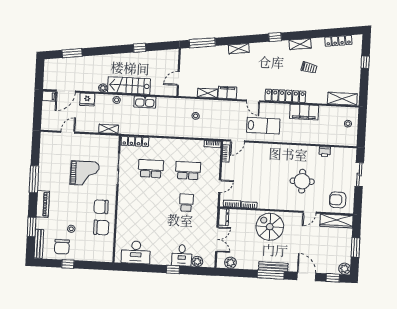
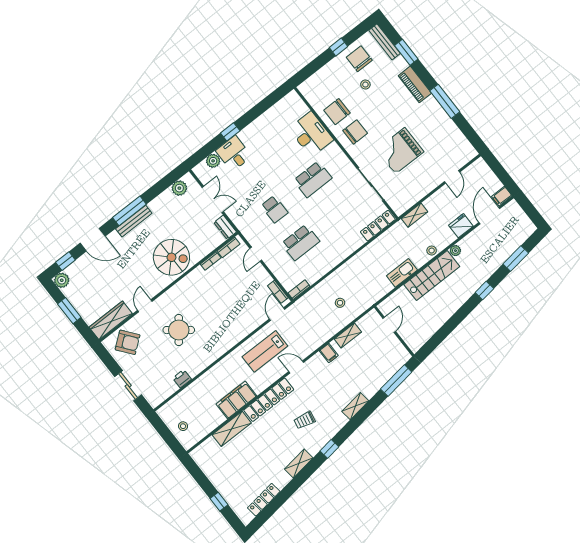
window: (140, 48) -> (484, 290), moved
trolley: (309, 68) -> (304, 420), moved
filing cabinet: (227, 93) -> (329, 353), width x0.50
shelving: (342, 99) -> (232, 429), moved
school desk: (151, 169) -> (313, 179), moved
round table: (302, 181) -> (179, 330), turned 38
armchair: (338, 200) -> (128, 342), turned 52
double door: (217, 239) -> (213, 199), swing flipped
desk: (136, 252) -> (311, 134), moved, turned 90

